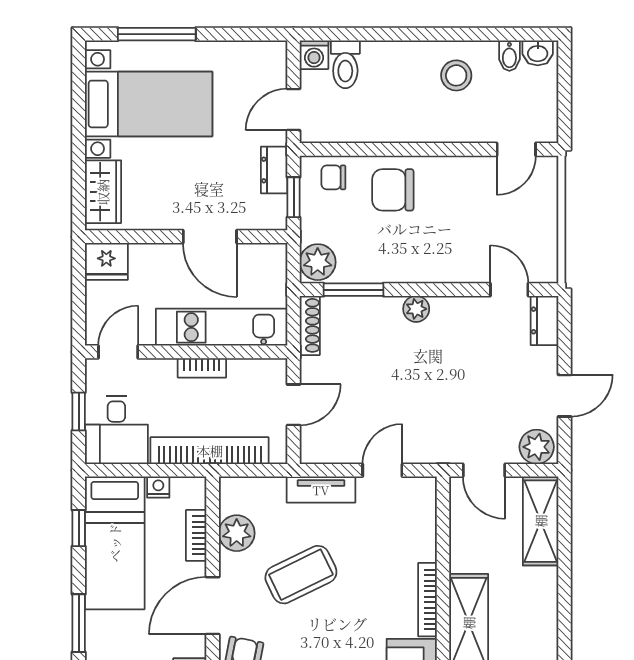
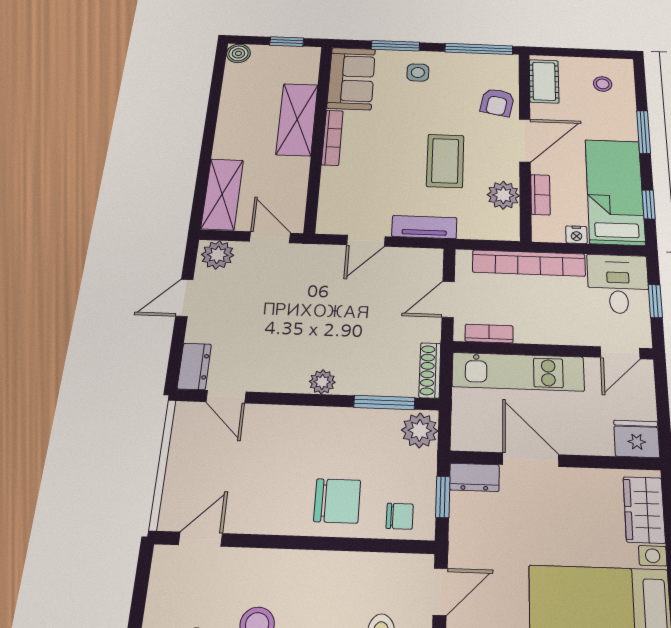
dresser: (274, 170) -> (474, 477), moved, turned 90
bookcase: (202, 368) -> (489, 334), moved
coffee table: (301, 575) -> (445, 161), turned -64

